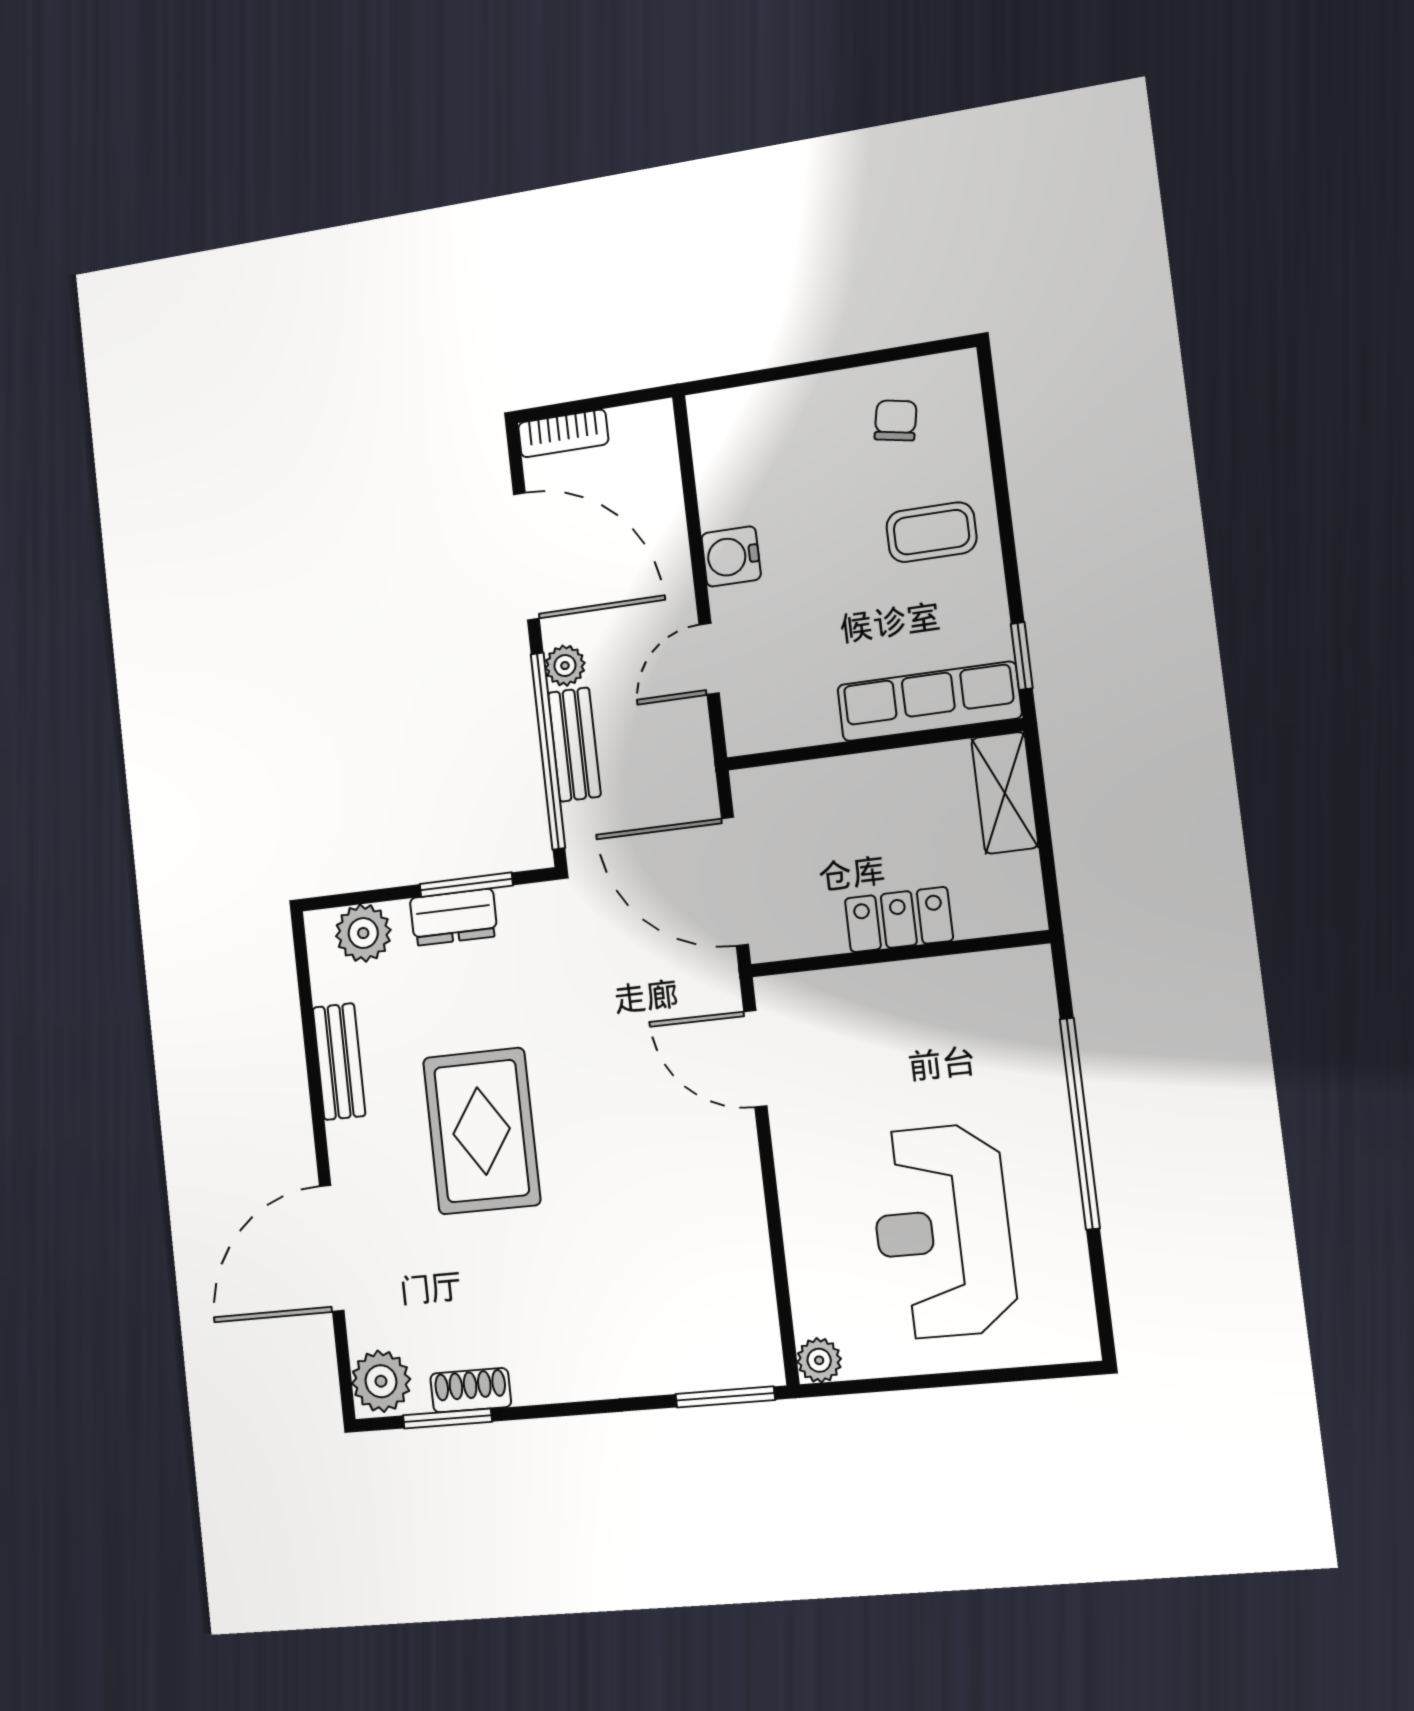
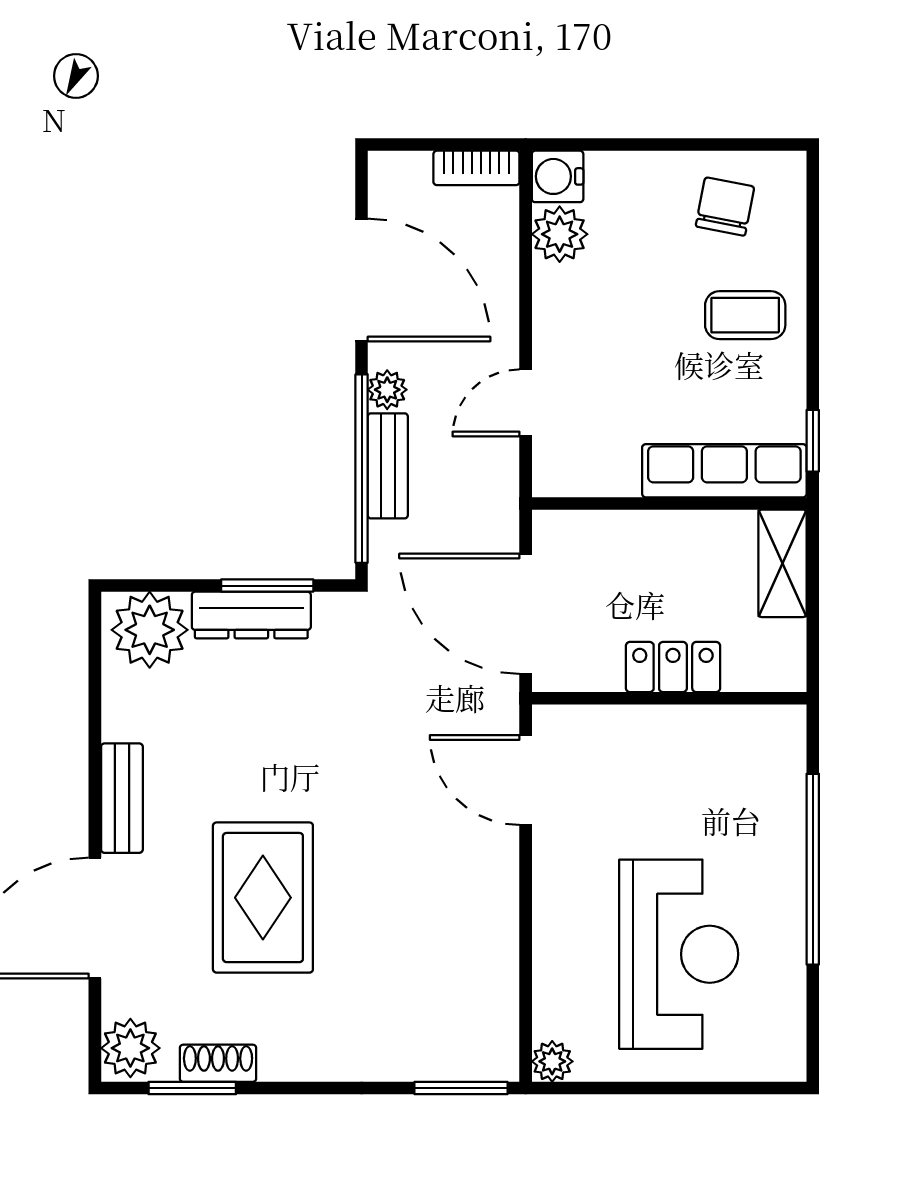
chair: (896, 420) -> (725, 206), width x1.37, depth x1.37
bookcase: (563, 433) -> (476, 168), moved
plant: (724, 477) -> (560, 234), added
water cooler: (731, 556) -> (558, 176), moved
dresser: (454, 917) -> (251, 615), width x1.44
plant: (363, 933) -> (150, 630), width x1.36, depth x1.36
bench: (339, 1062) -> (122, 798), moved
rug: (482, 1131) -> (263, 898), moved
reception desk: (943, 1231) -> (679, 954), turned 180

